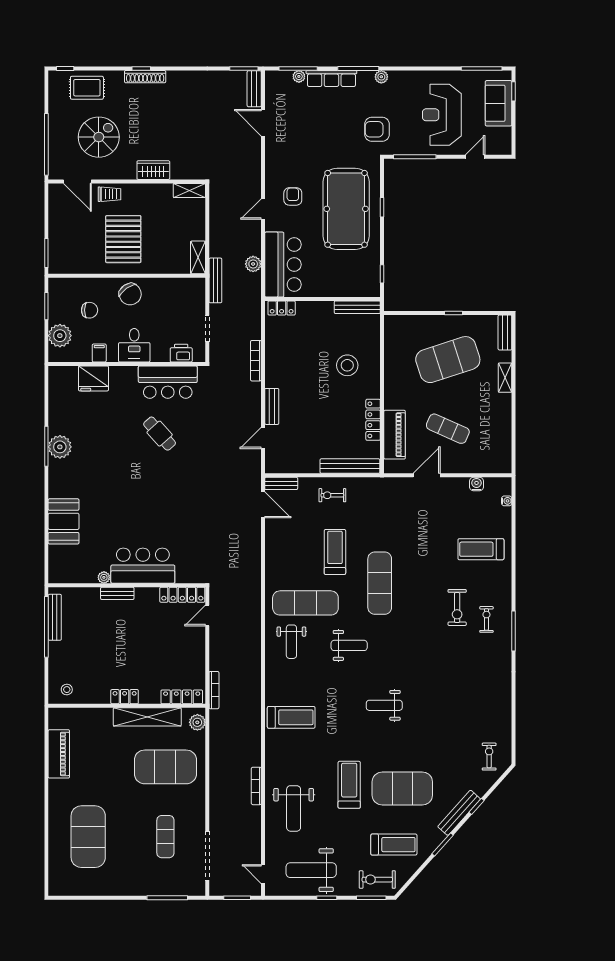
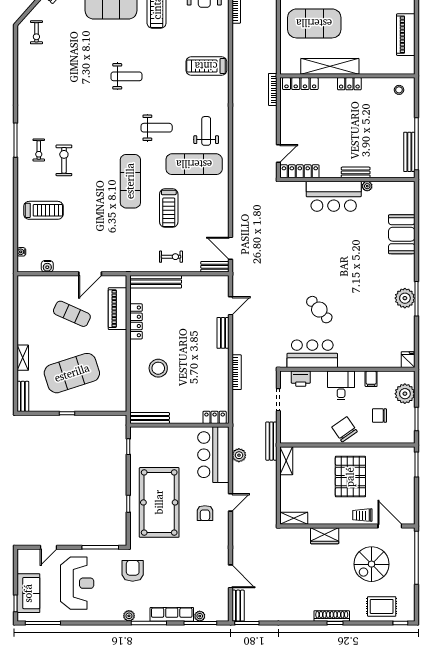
armchair: (377, 129) -> (133, 571), turned -90
fridge: (93, 378) -> (408, 360), moved, width x0.53, depth x0.75
weight bench: (349, 645) -> (157, 128), turned 180
plant: (197, 722) -> (287, 62), removed

